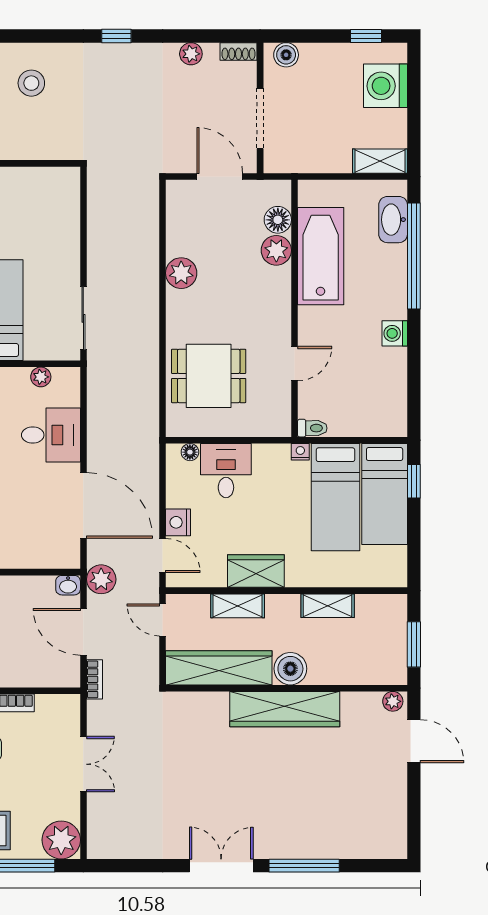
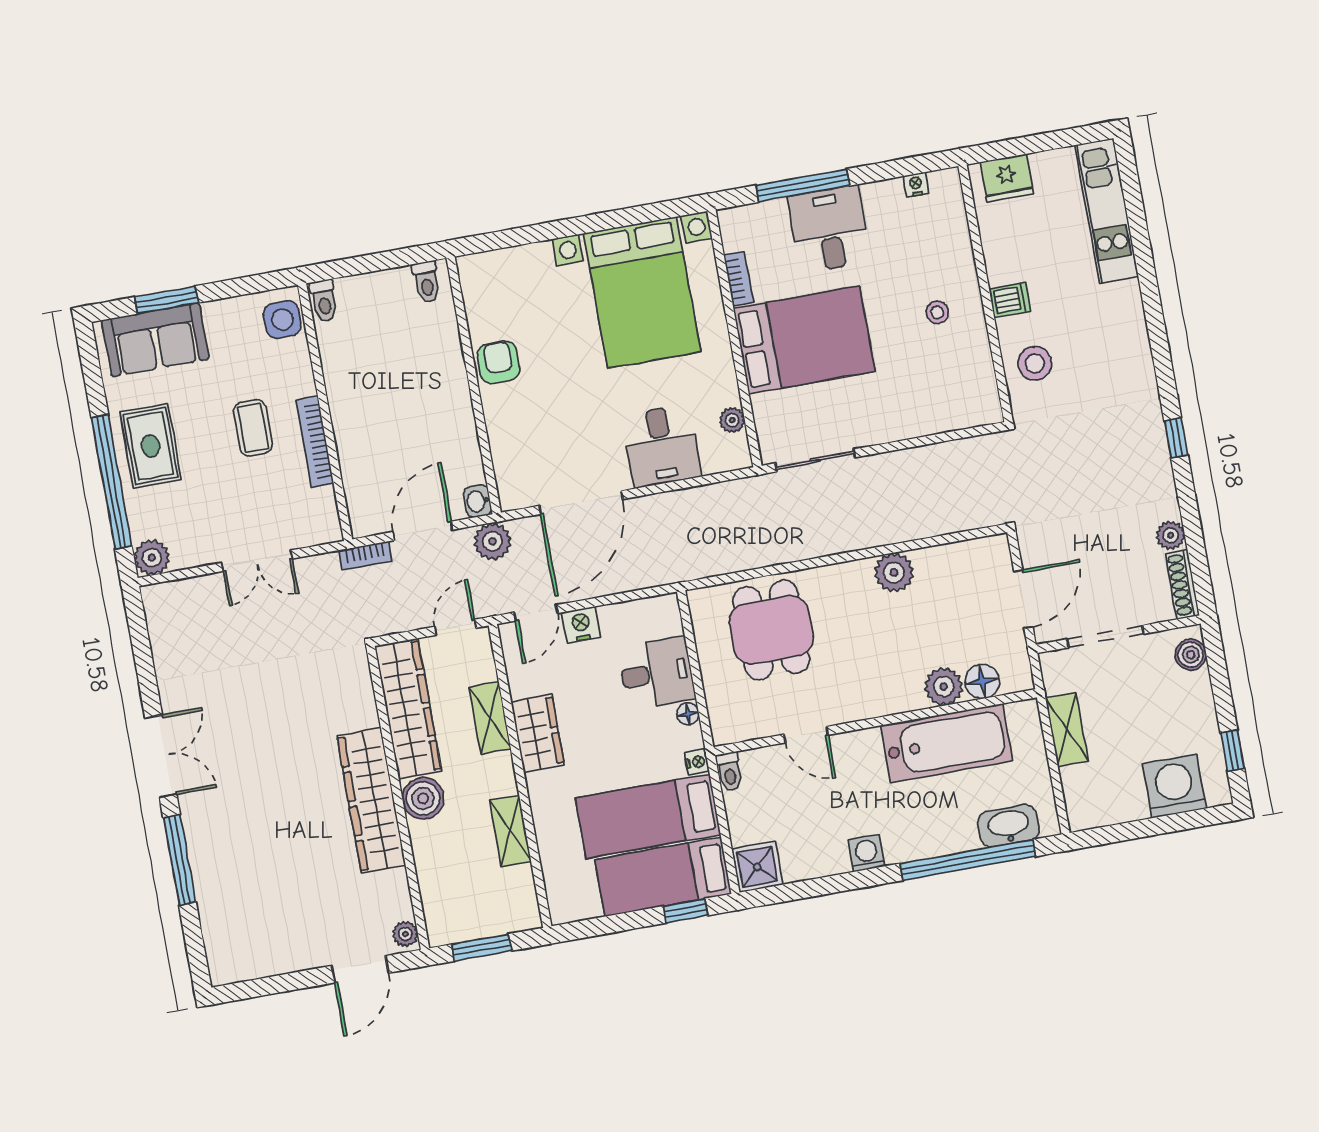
shoe rack: (239, 52) -> (1182, 584), width x1.43
stool: (31, 83) -> (1035, 363), moved
shelving: (380, 161) -> (1067, 729), moved
shower: (390, 420) -> (757, 867), added
floor lamp: (190, 452) -> (688, 714), moved
plant: (61, 840) -> (152, 558), width x0.73, depth x0.73

